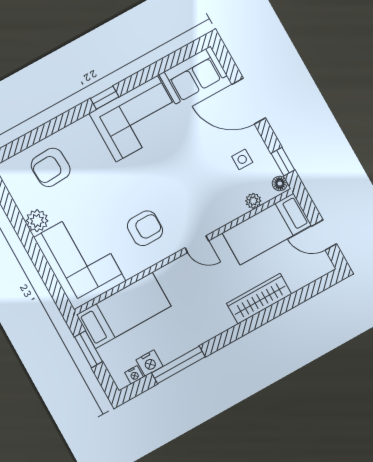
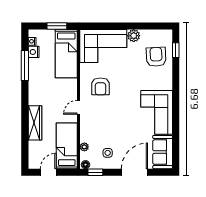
window: (105, 98) -> (176, 50), moved

